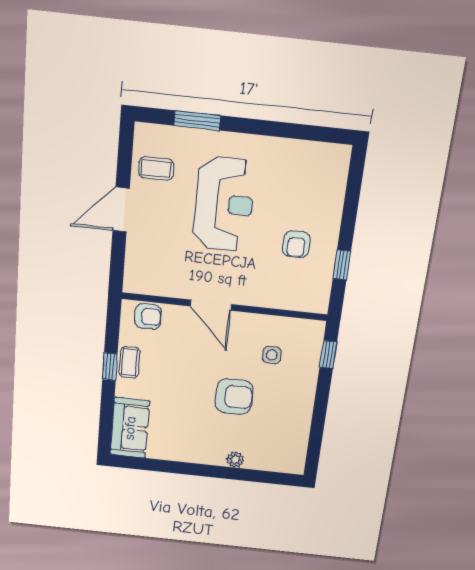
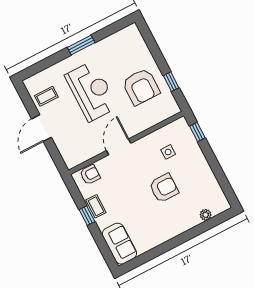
window: (197, 120) -> (81, 45), moved
armchair: (296, 244) -> (141, 87), width x1.88, depth x1.88
door: (211, 305) -> (119, 147), swing flipped
plant: (235, 460) -> (206, 215), moved

